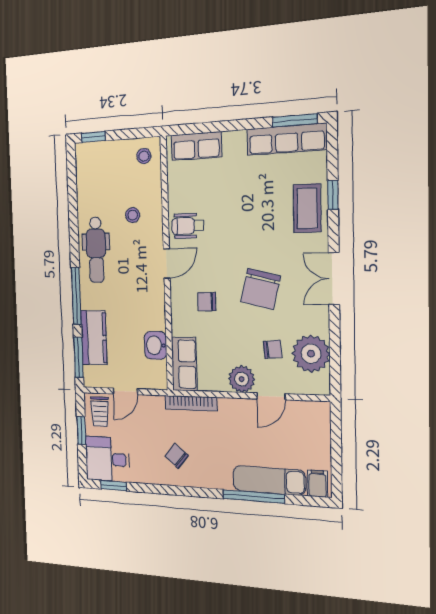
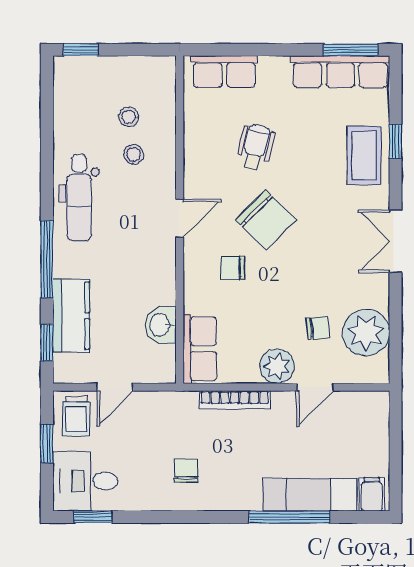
stool: (144, 156) -> (129, 117), moved
wheelchair: (188, 226) -> (256, 147), moved, turned 103
chair: (260, 289) -> (266, 220), moved, turned -59
window: (78, 357) -> (47, 343), width x0.67
bookcase: (191, 403) -> (235, 400), moved
chair: (177, 456) -> (186, 471), turned 50

